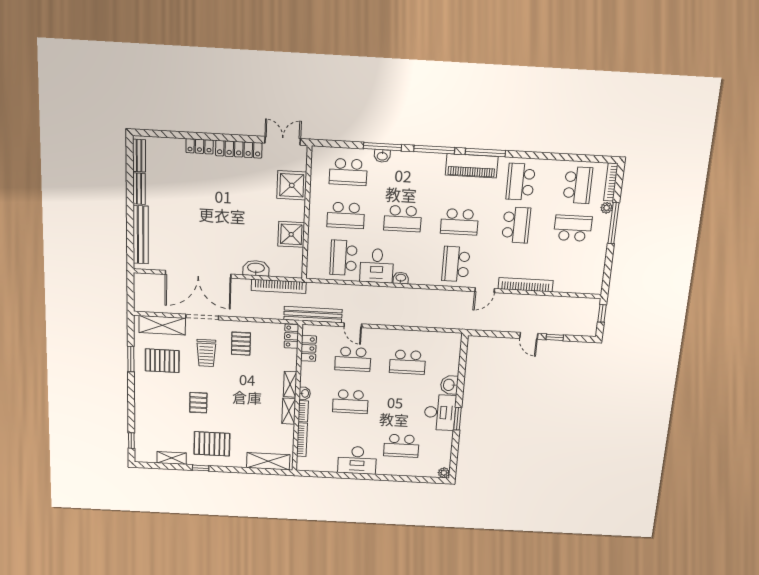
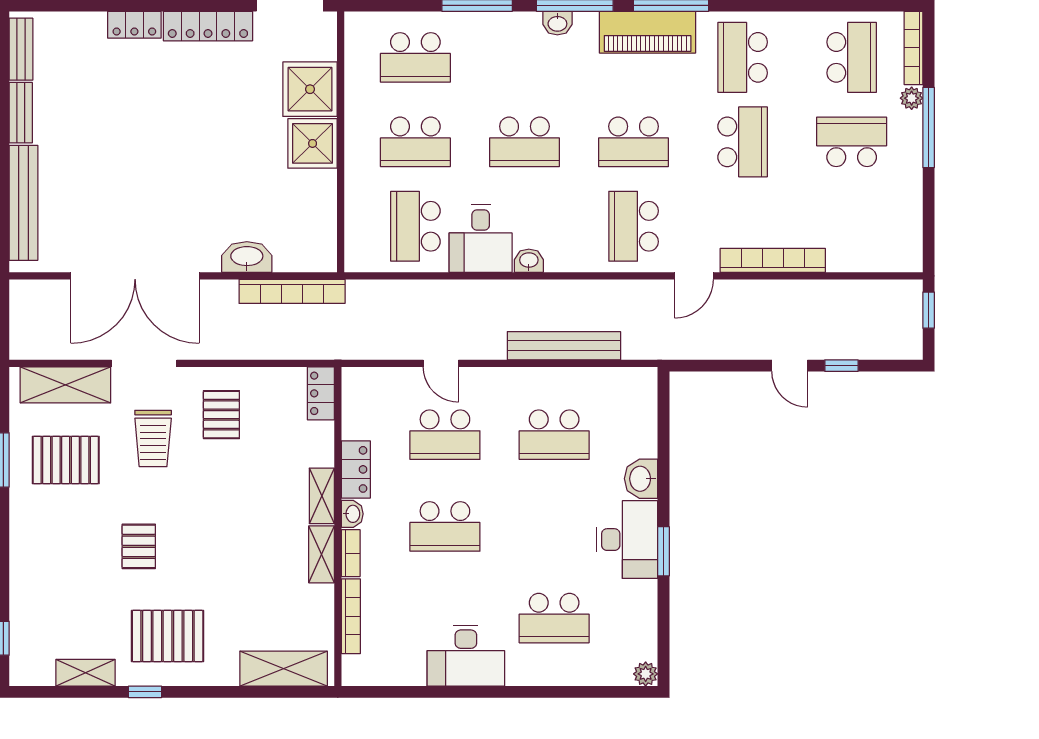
washbasin: (382, 156) -> (557, 23), moved
shower: (291, 234) -> (313, 143), moved
bench: (313, 315) -> (564, 346), moved
locker: (309, 348) -> (356, 469), moved

